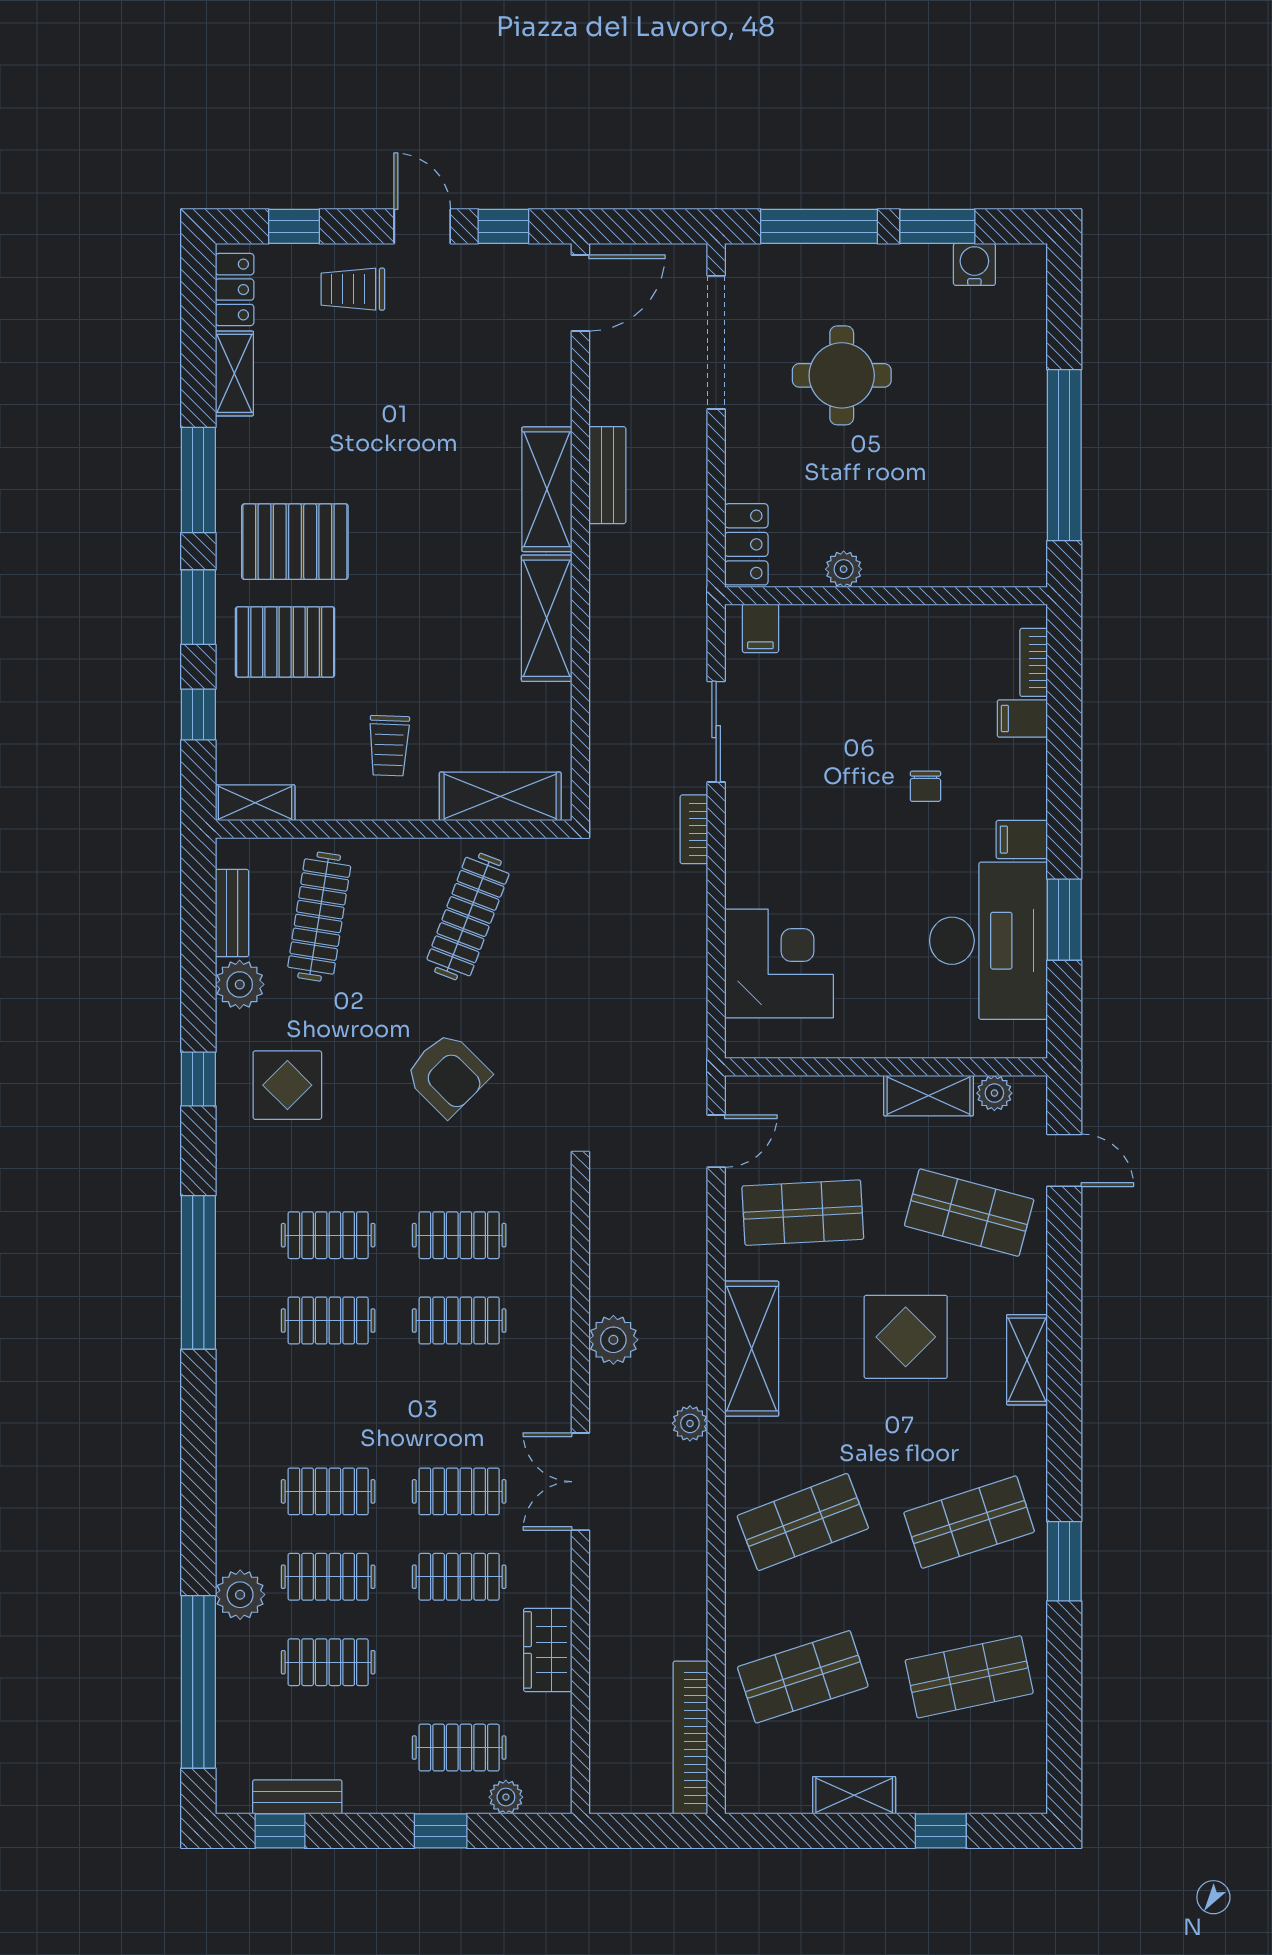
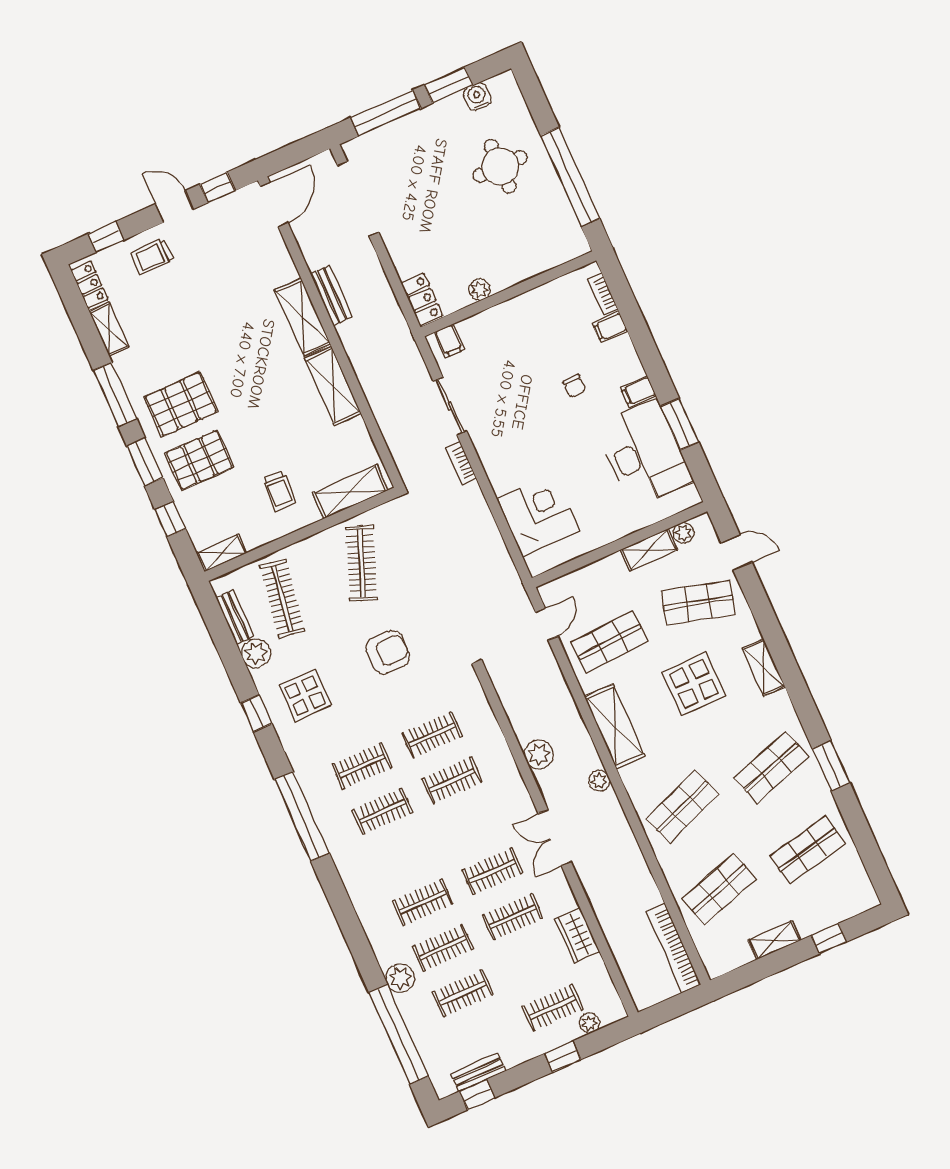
round table: (842, 375) -> (500, 166), moved
armchair: (448, 1074) -> (388, 652), turned -45

